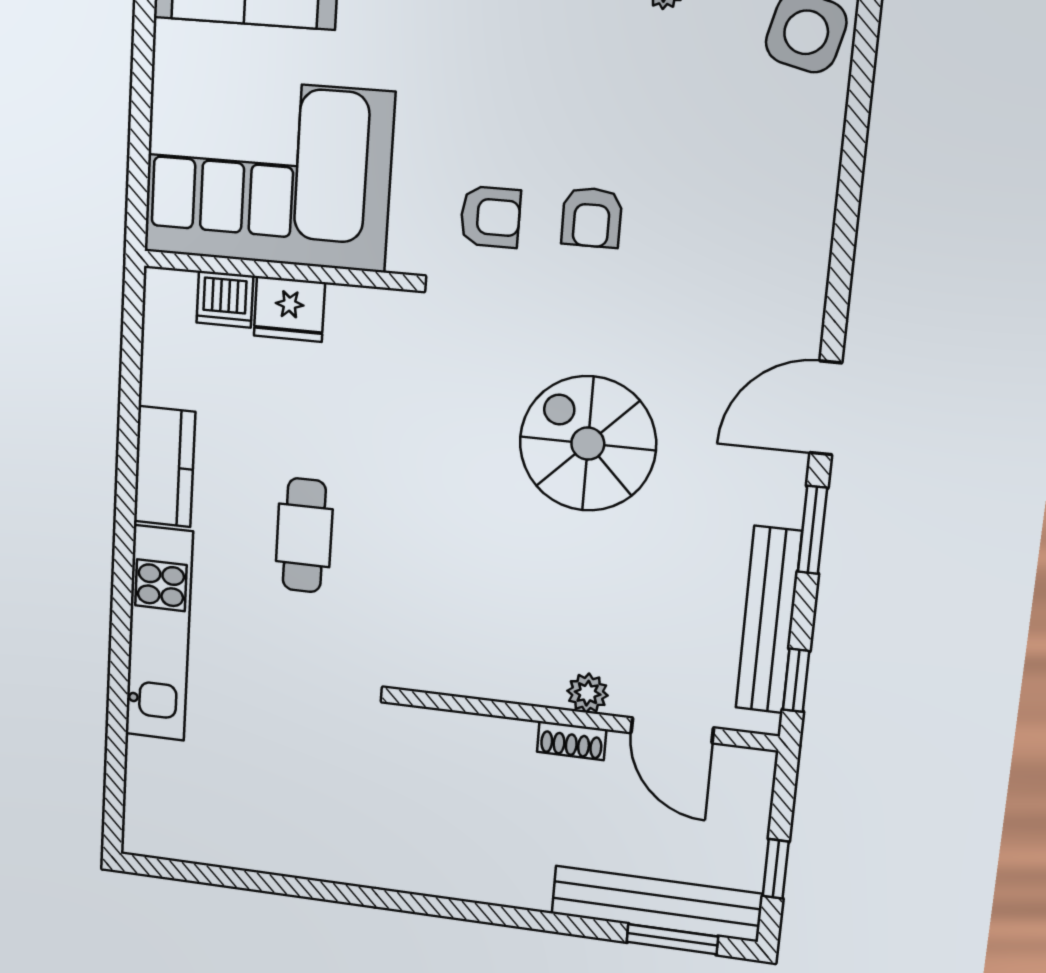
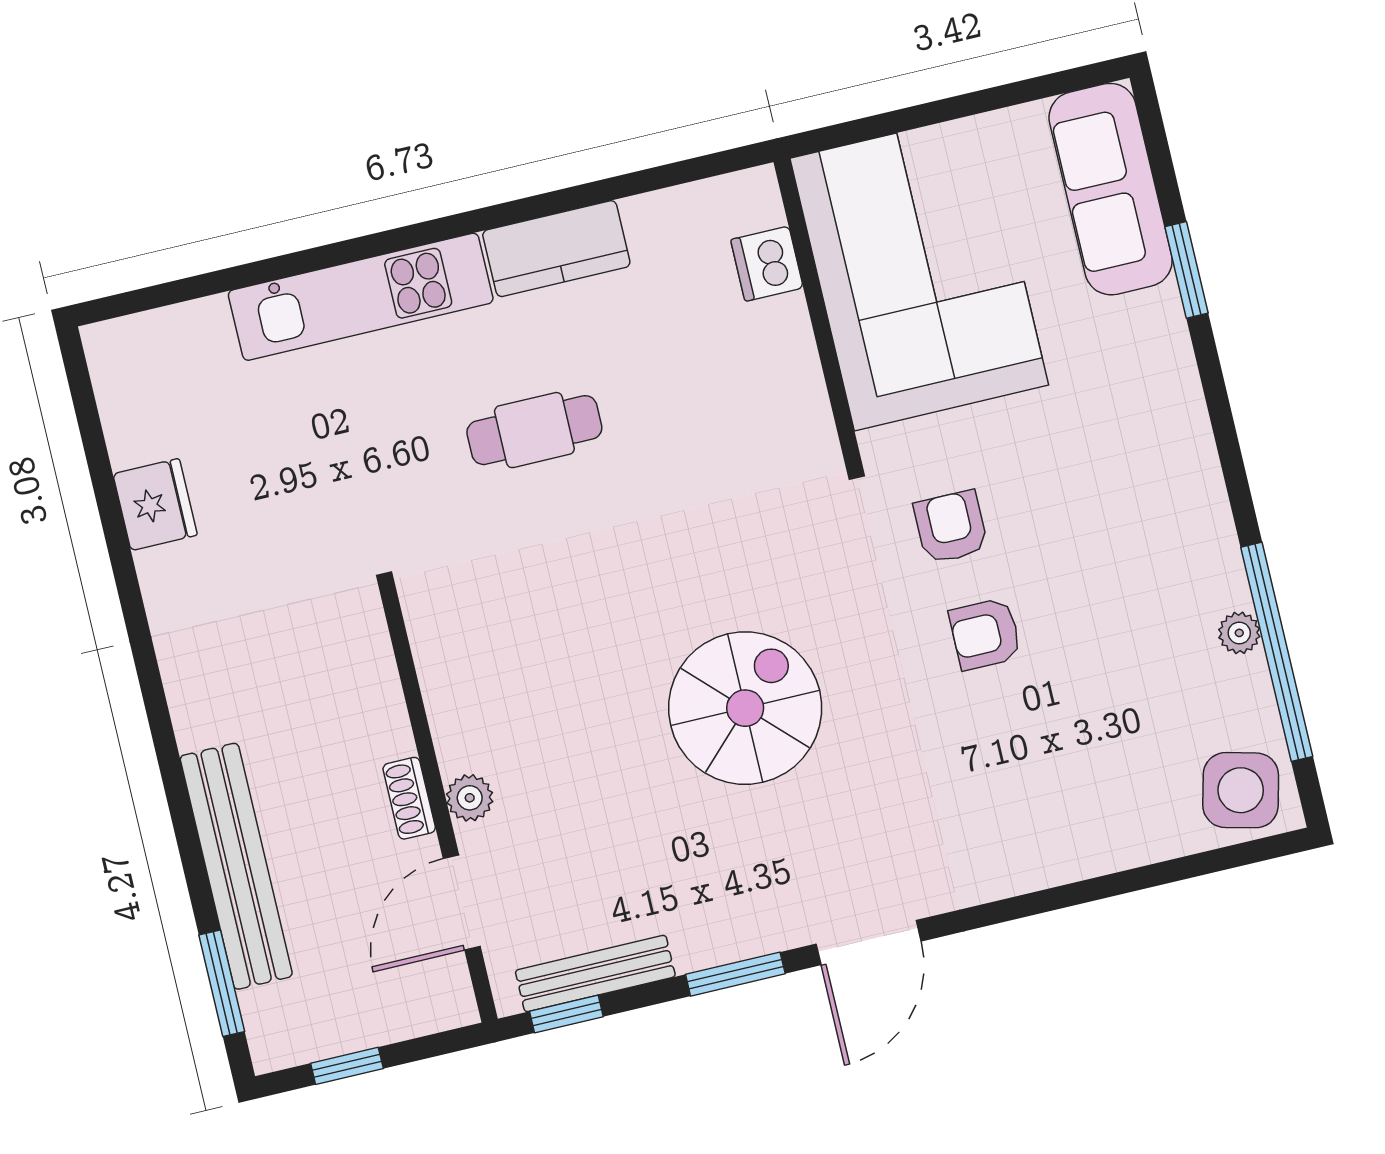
armchair: (490, 217) -> (951, 527), turned 180
fridge: (289, 309) -> (155, 505), moved, turned 180
door: (826, 408) -> (869, 943), swing flipped
bench: (769, 620) -> (595, 973), width x0.73, depth x0.82
bench: (656, 904) -> (236, 866), moved

